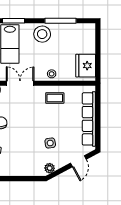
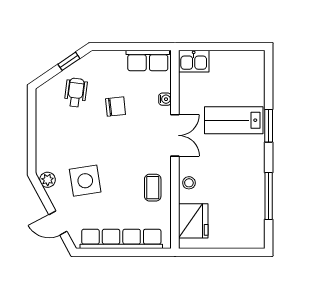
stool: (42, 34) -> (249, 169), removed
fridge: (86, 66) -> (193, 221), moved, turned 90
side table: (50, 143) -> (85, 181), width x1.87, depth x1.87

